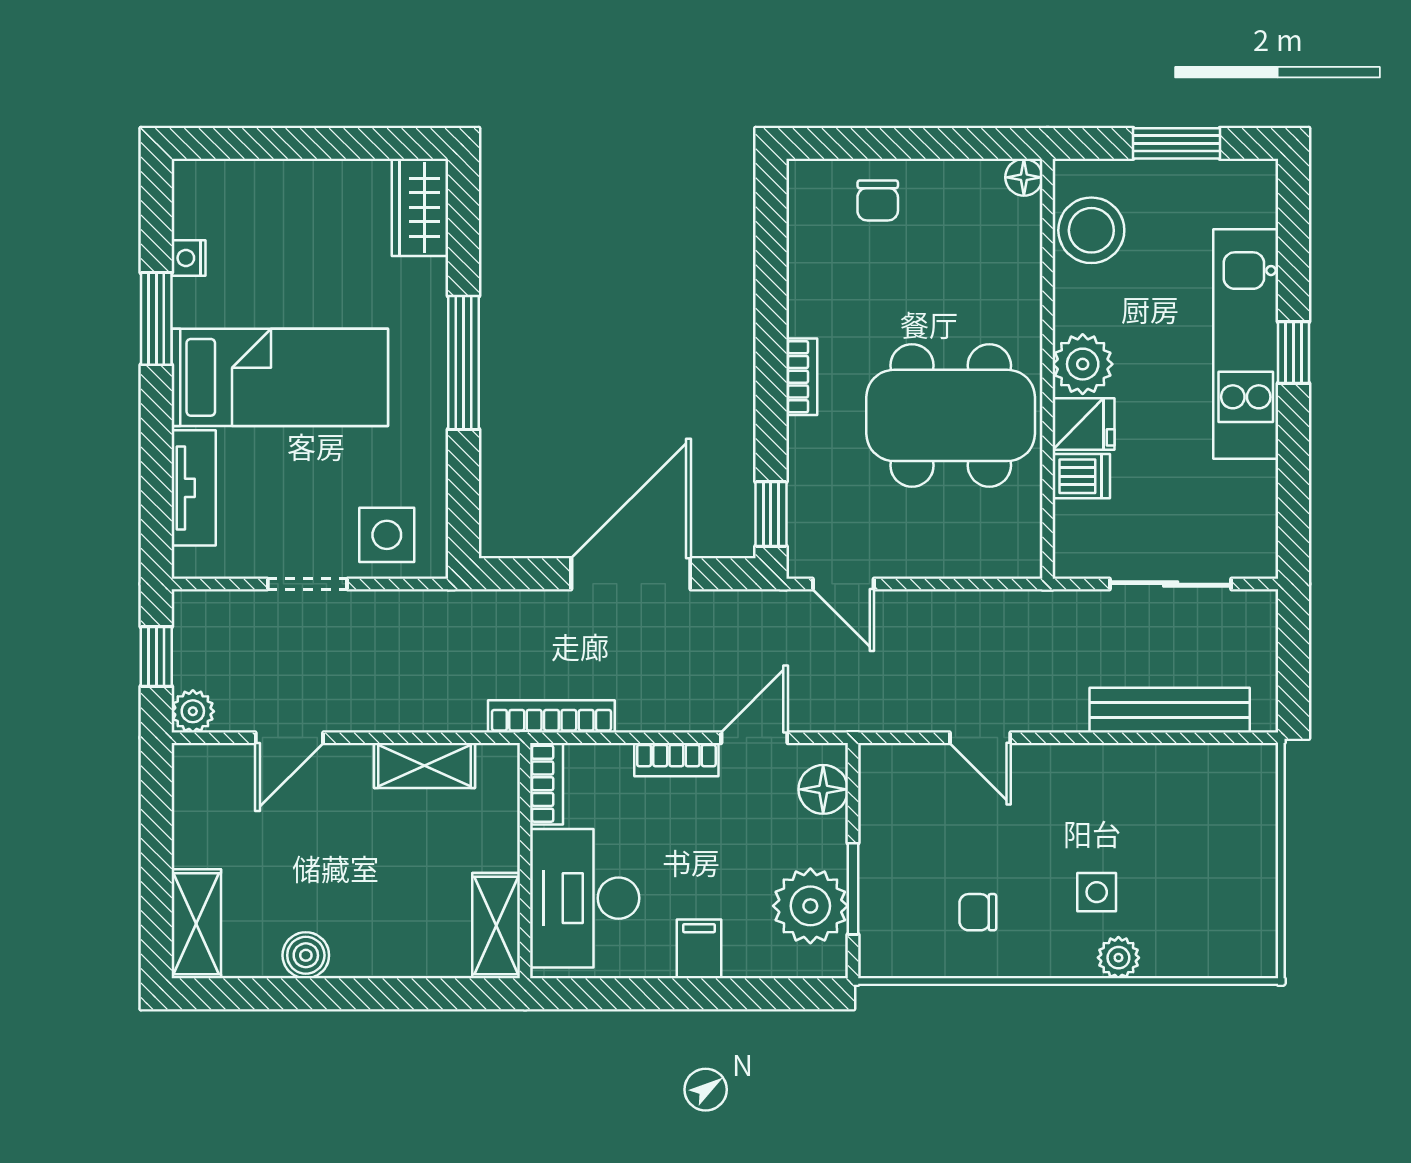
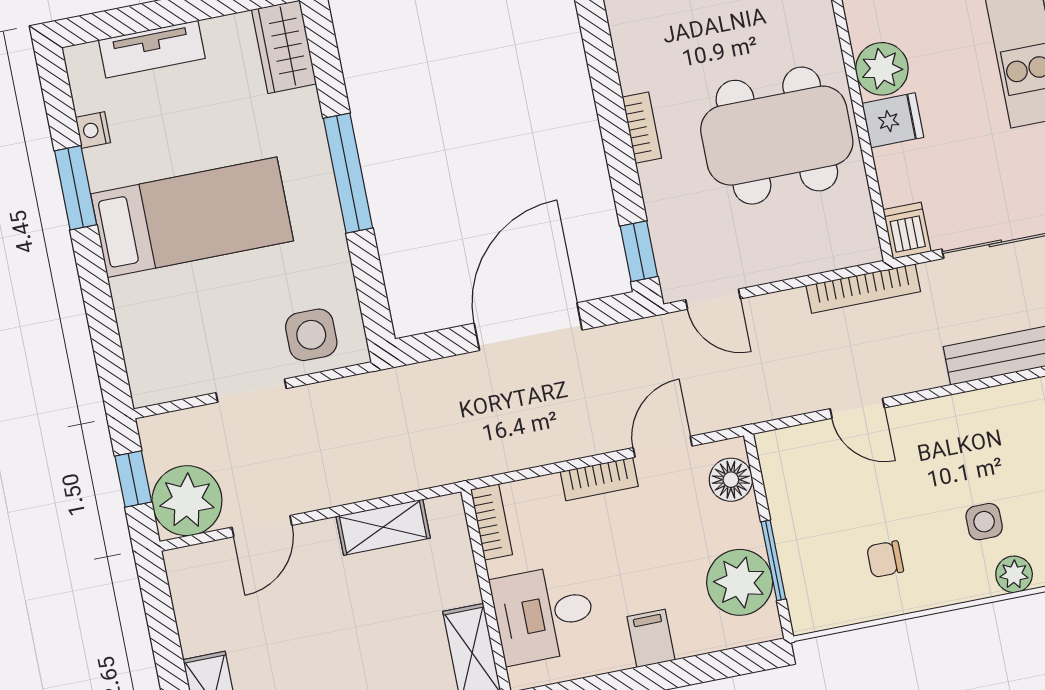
dishwasher: (1081, 476) -> (907, 231), moved, turned -90
tv unit: (194, 488) -> (152, 49), moved, turned 90
plant: (193, 711) -> (187, 501), width x1.88, depth x1.88
bookcase: (551, 716) -> (863, 289), moved, turned 180
desk: (585, 898) -> (544, 614), width x0.73

